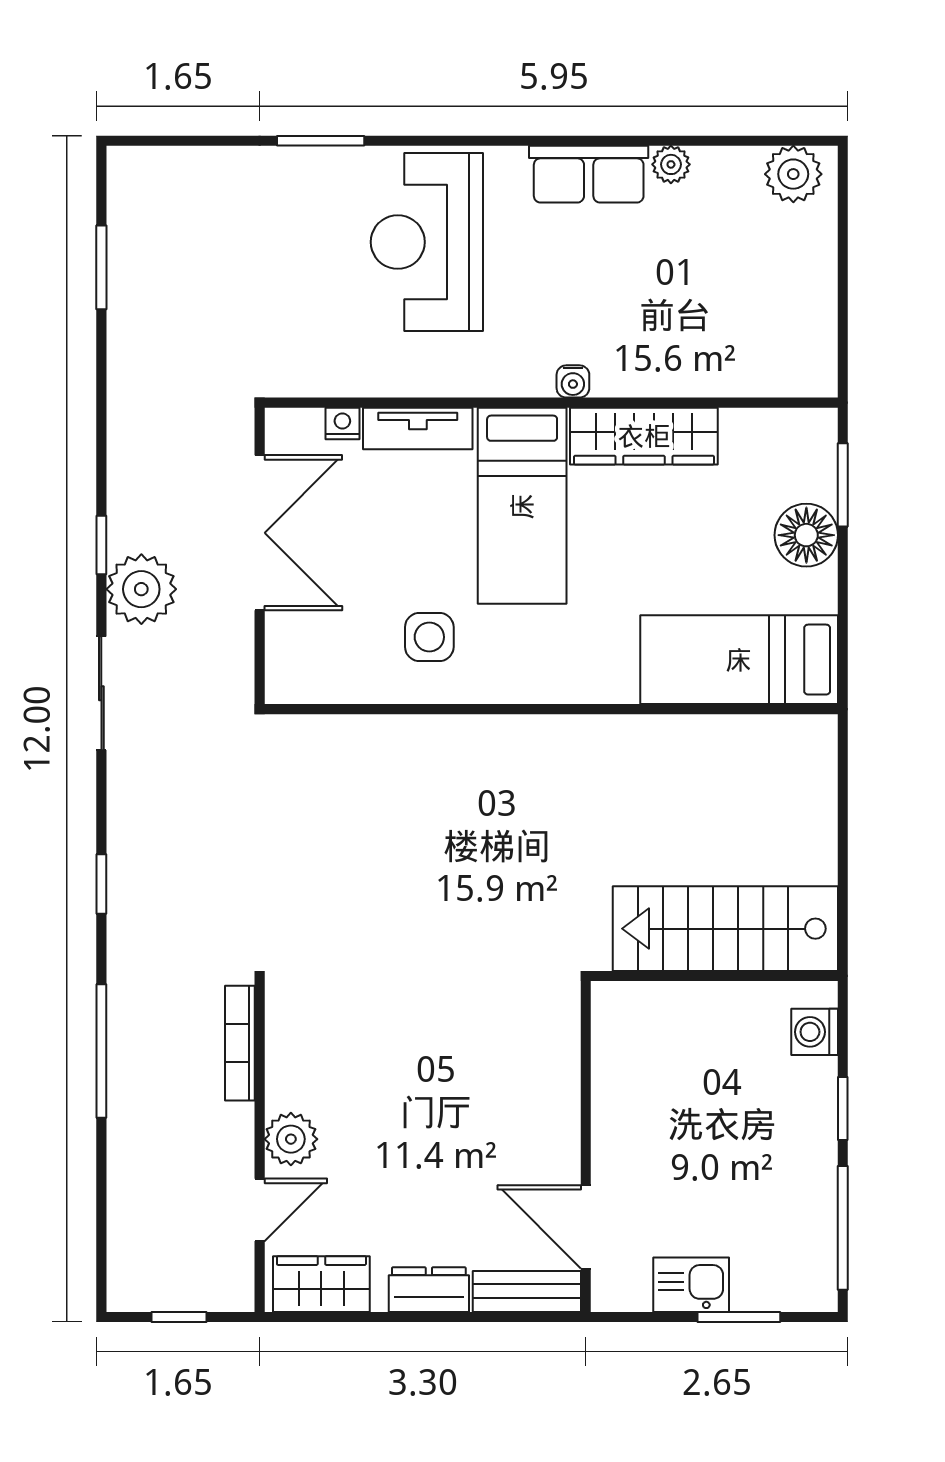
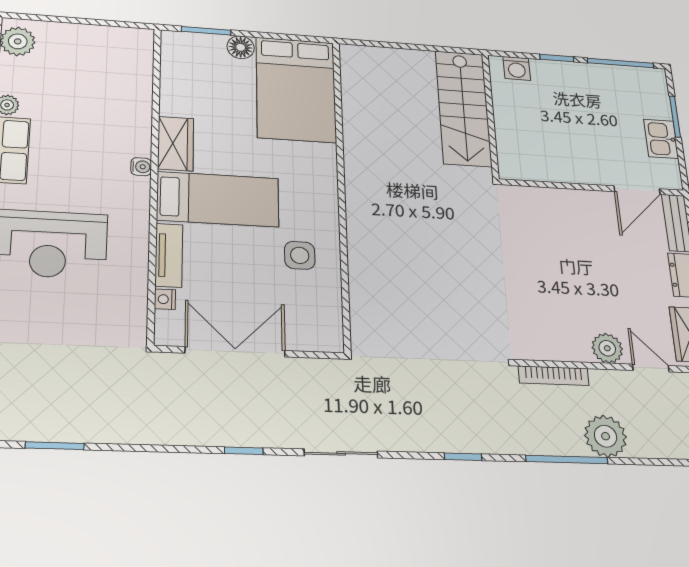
wardrobe: (644, 436) -> (176, 144), width x0.67
floor lamp: (806, 535) -> (241, 47), width x0.73, depth x0.73
plant: (141, 589) -> (606, 436), moved
bed: (739, 660) -> (296, 89), width x1.50

